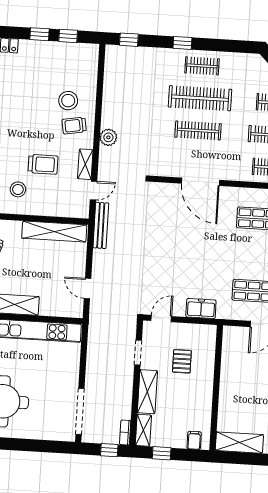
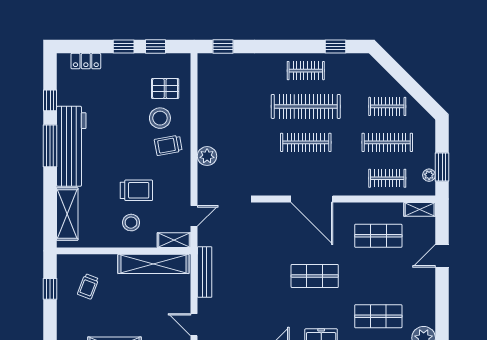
window: (182, 43) -> (335, 47), moved
pallet: (74, 74) -> (165, 89), added
shelving: (85, 164) -> (174, 240), moved, turned 90
stool: (18, 189) -> (131, 223), moved
bench: (101, 225) -> (205, 272), moved
shop shelf: (199, 251) -> (315, 276), added

